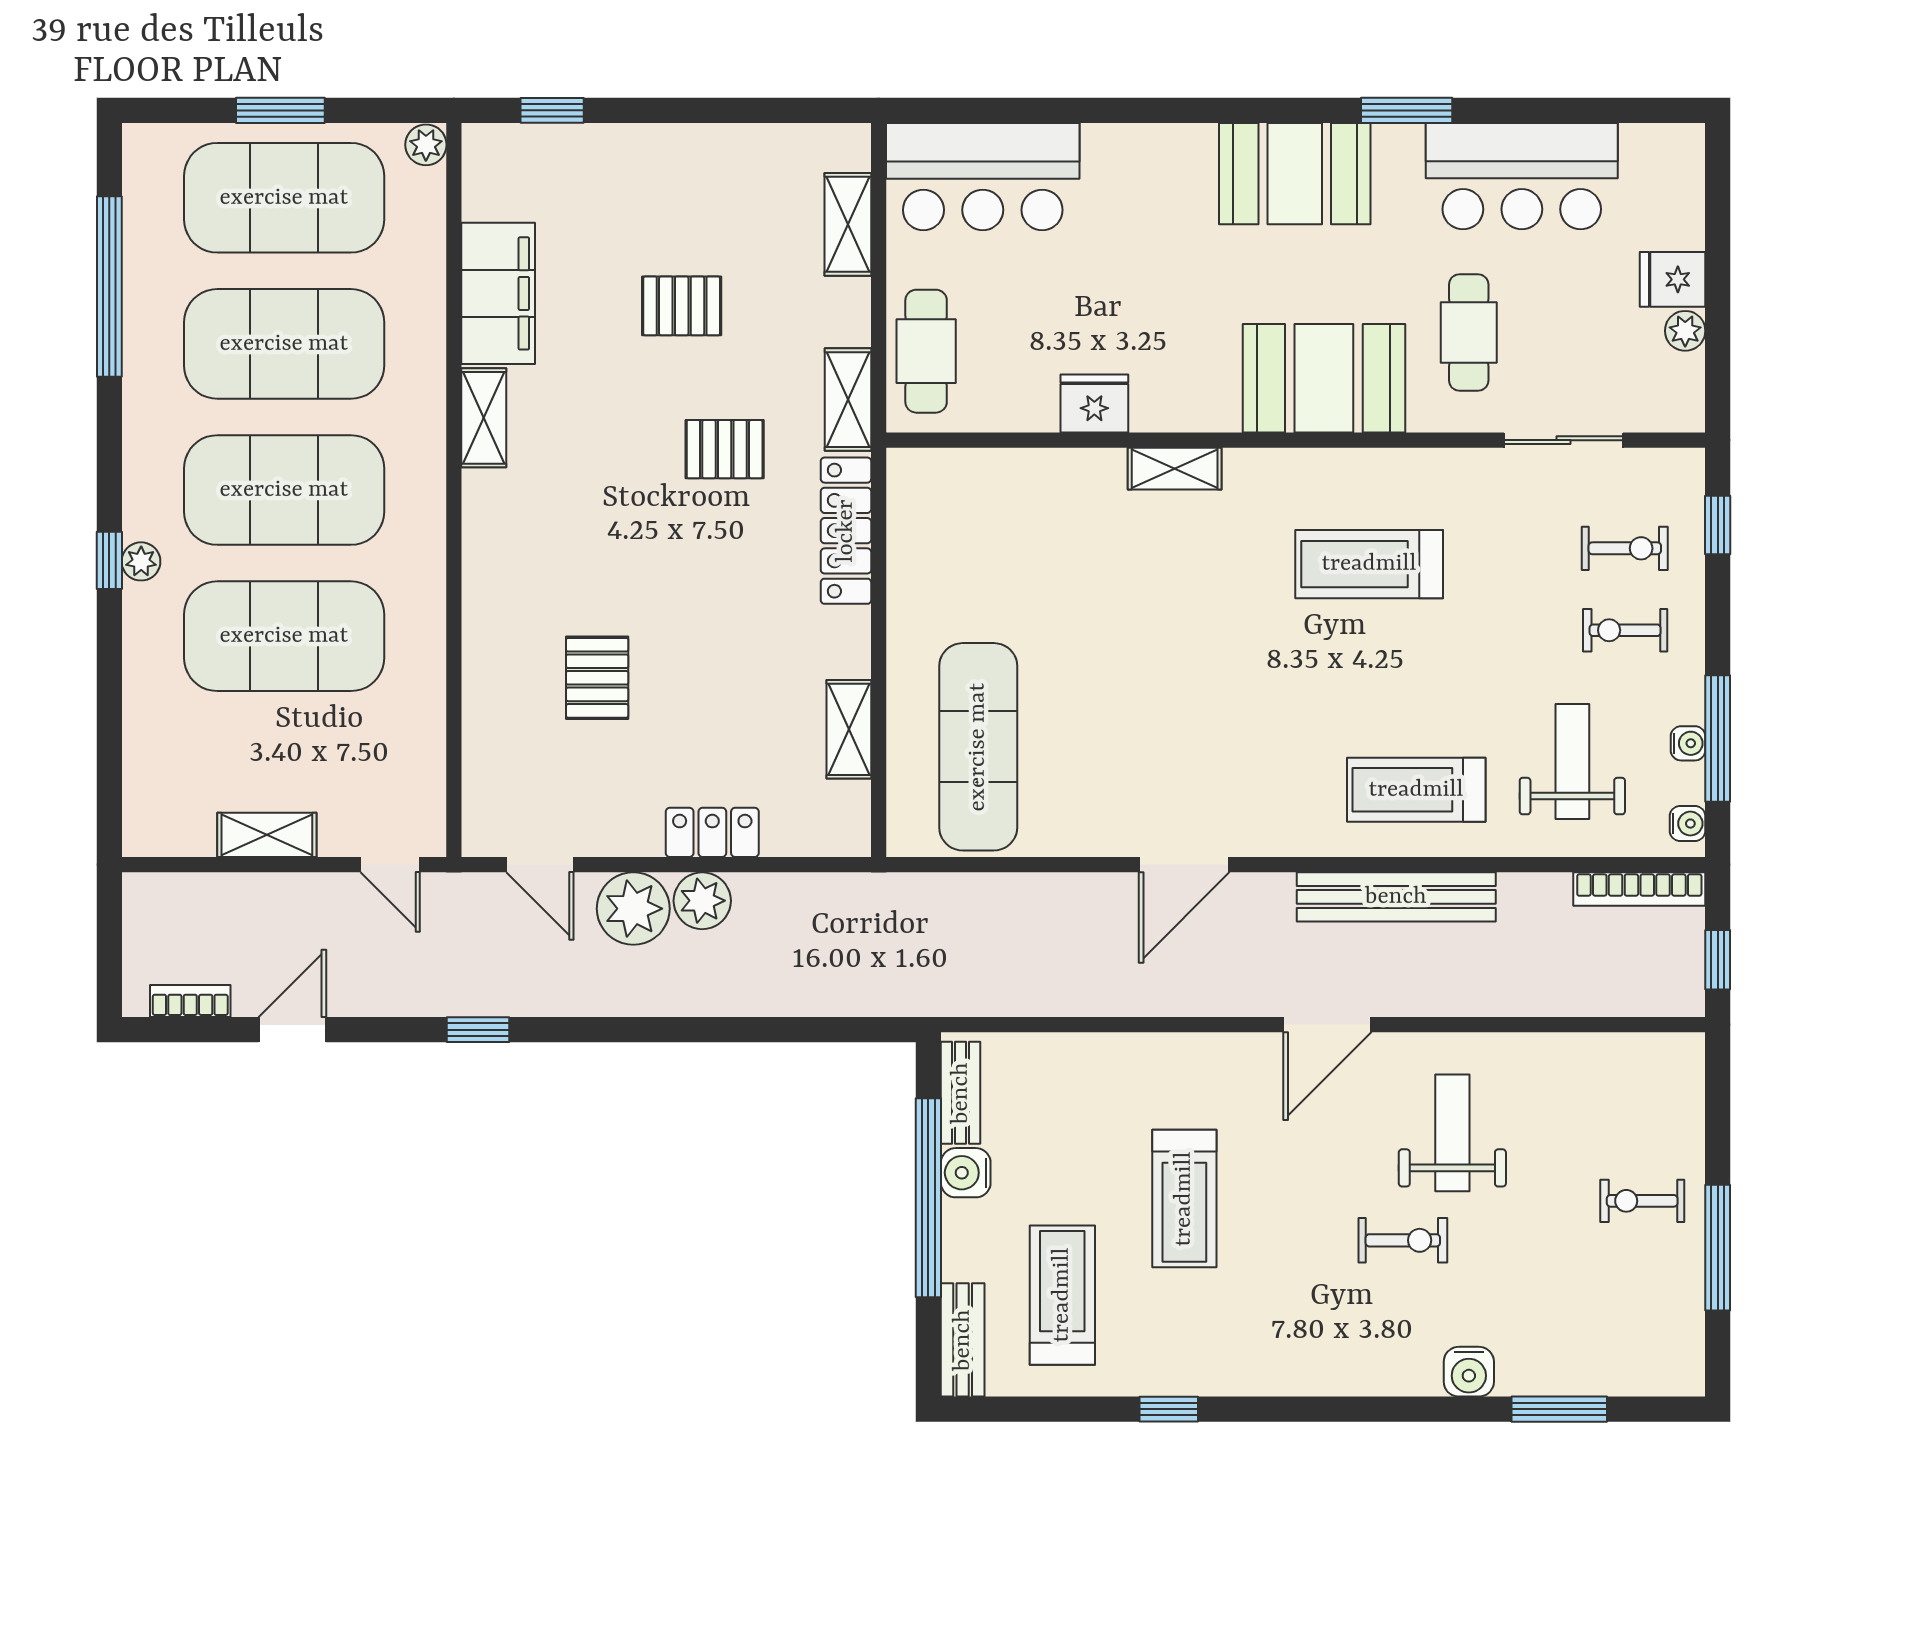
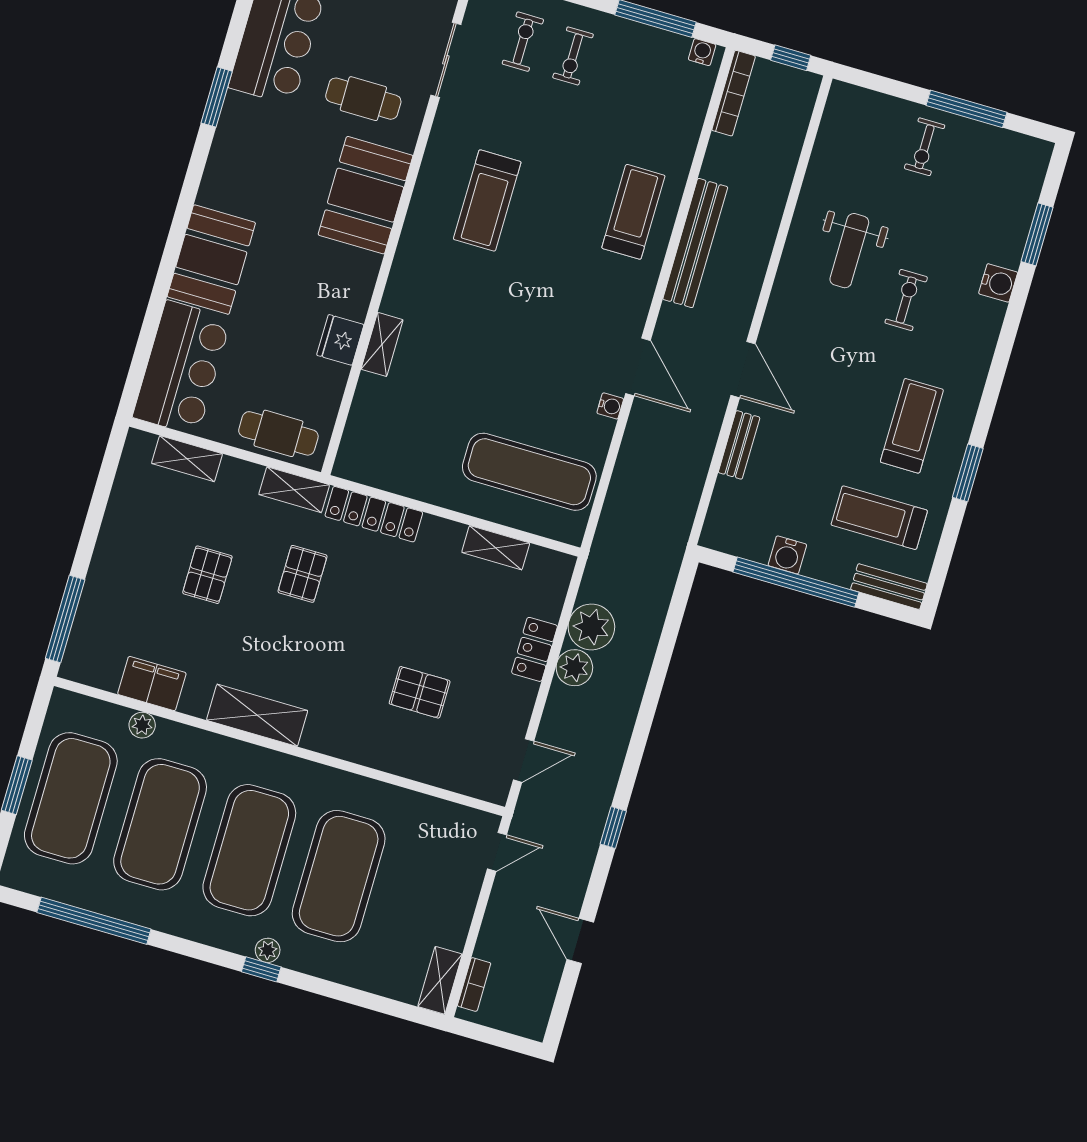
window: (552, 110) -> (65, 619), width x2.17
plant: (426, 145) -> (142, 725), moved
booth: (1295, 174) -> (211, 260), moved
filing cabinet: (498, 293) -> (152, 684), width x0.67, depth x0.86
shelving: (484, 418) -> (257, 715), width x1.50, depth x1.33
shelving: (1175, 469) -> (382, 344), moved
water cooler: (1688, 743) -> (610, 406), moved, turned 90
weight bench: (1572, 762) -> (644, 111), removed
treadmill: (1416, 790) -> (633, 212), turned 180
shelving: (267, 835) -> (440, 980), moved
plant: (633, 909) -> (591, 627), moved
bookcase: (190, 1001) -> (474, 984), moved, turned 180
door: (1327, 1025) -> (743, 370), moved
bench: (961, 1093) -> (739, 445), moved, turned 90
weight bench: (1452, 1133) -> (849, 251), turned -90
treadmill: (1184, 1199) -> (912, 426), moved, turned -90
window: (1169, 1409) -> (968, 473), width x1.50

